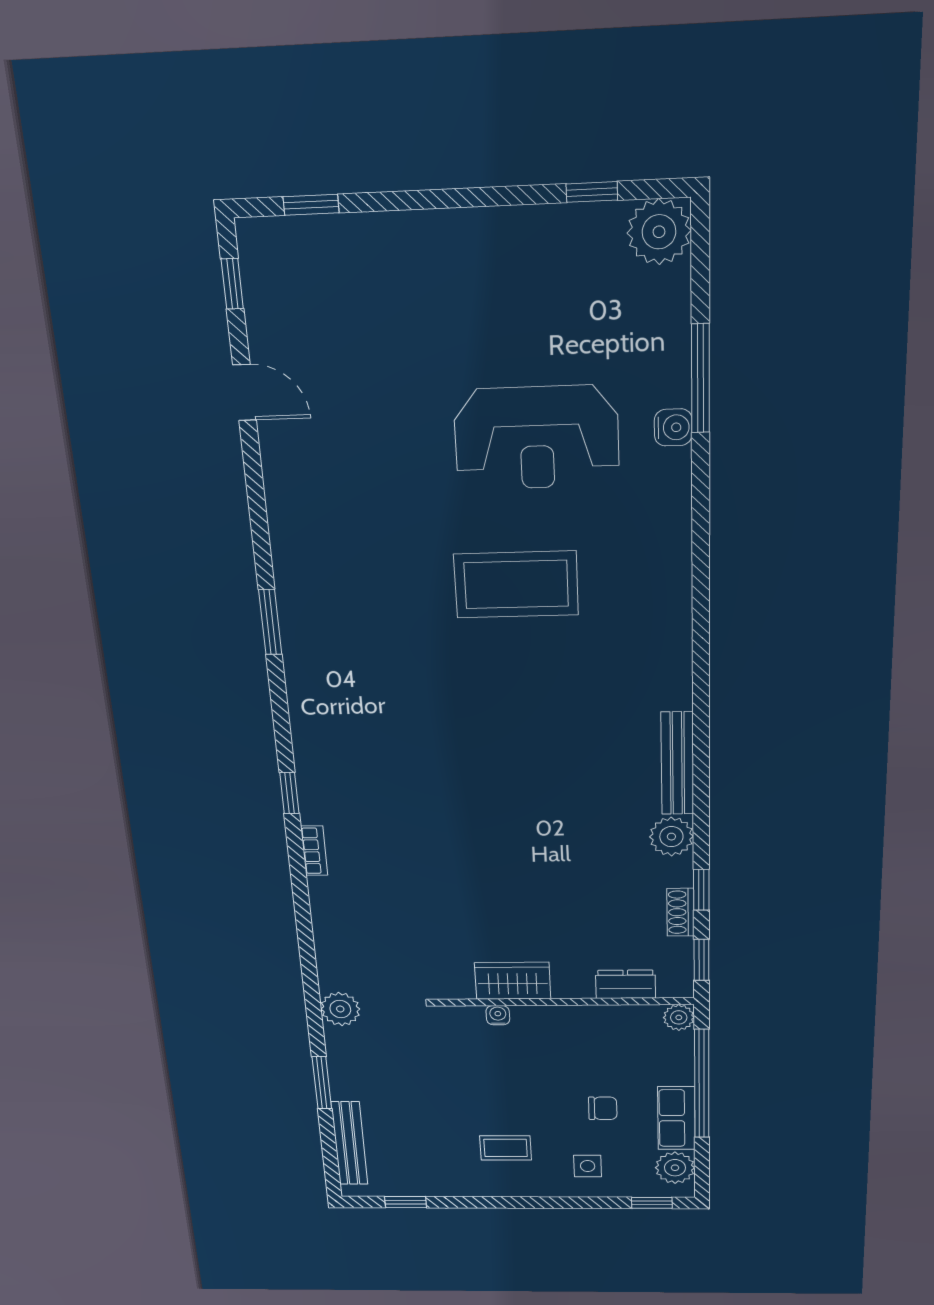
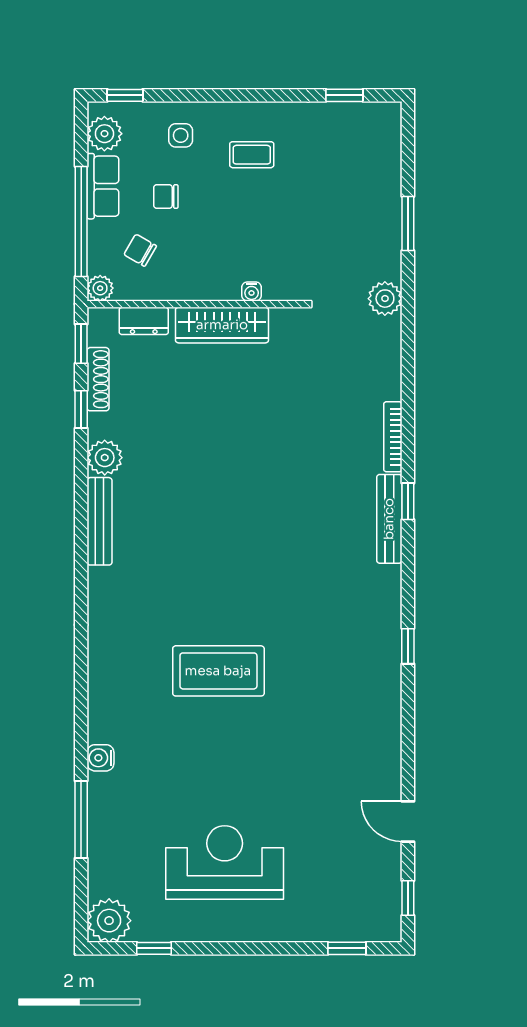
water cooler: (673, 427) -> (101, 758), moved
reception desk: (537, 438) -> (225, 862), moved
window: (270, 622) -> (408, 646), width x0.67
bookcase: (314, 851) -> (393, 437), width x1.56
shoe rack: (680, 912) -> (98, 379), width x1.43
wardrobe: (513, 981) -> (222, 325), width x1.50
chair: (631, 1056) -> (140, 250), added
bench: (349, 1143) -> (389, 519), moved

